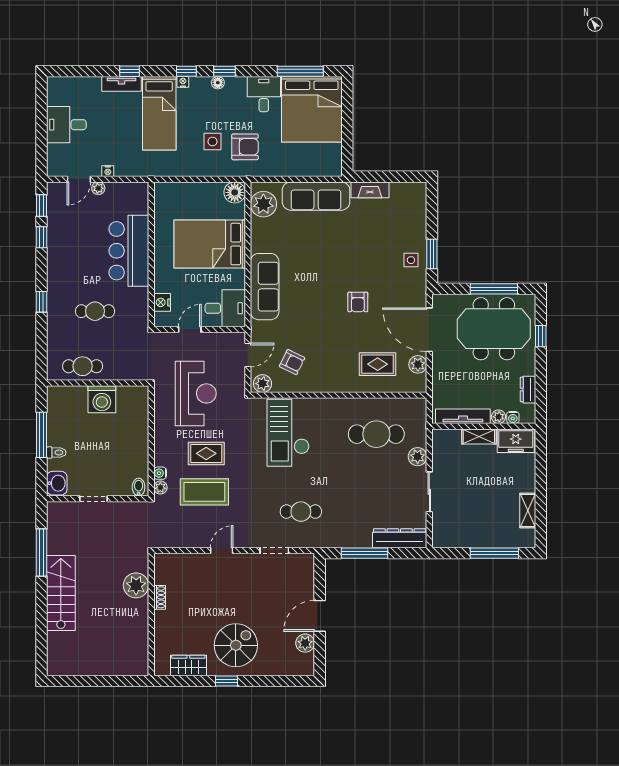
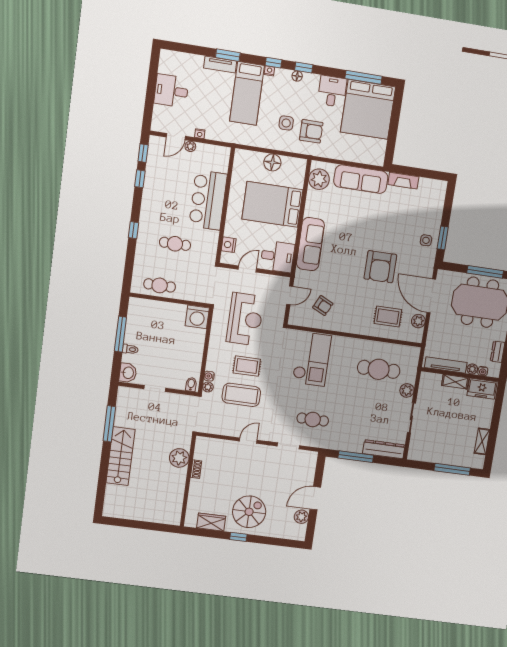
window: (129, 71) -> (228, 55), width x1.50
floor lamp: (235, 192) -> (272, 162), moved
armchair: (358, 302) -> (380, 267), width x1.88, depth x1.88
plant: (262, 384) -> (298, 319), removed
washing machine: (102, 399) -> (197, 317), moved
checkout: (288, 433) -> (312, 359), turned 180

